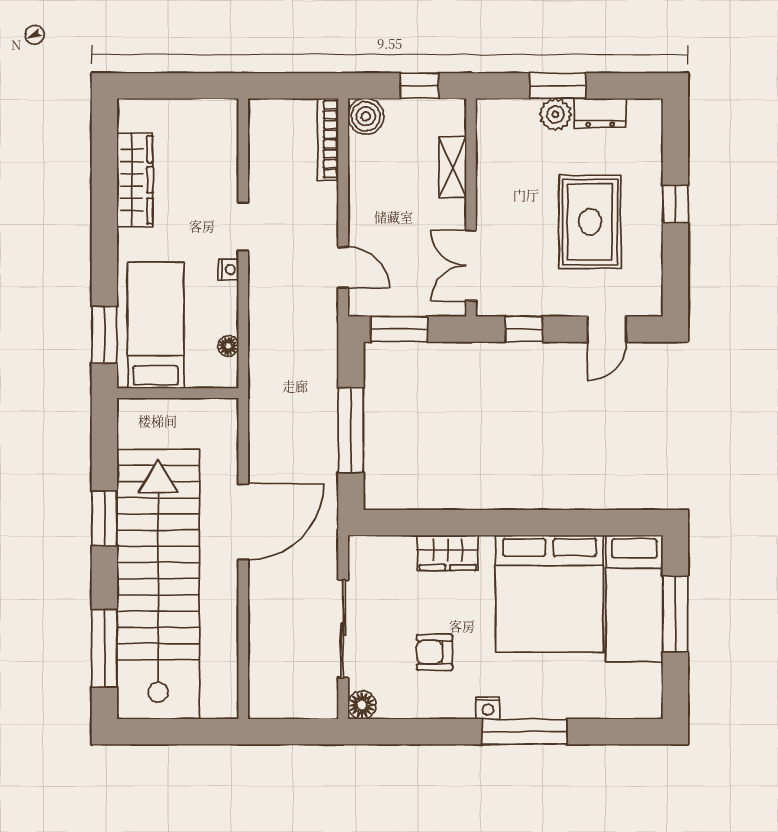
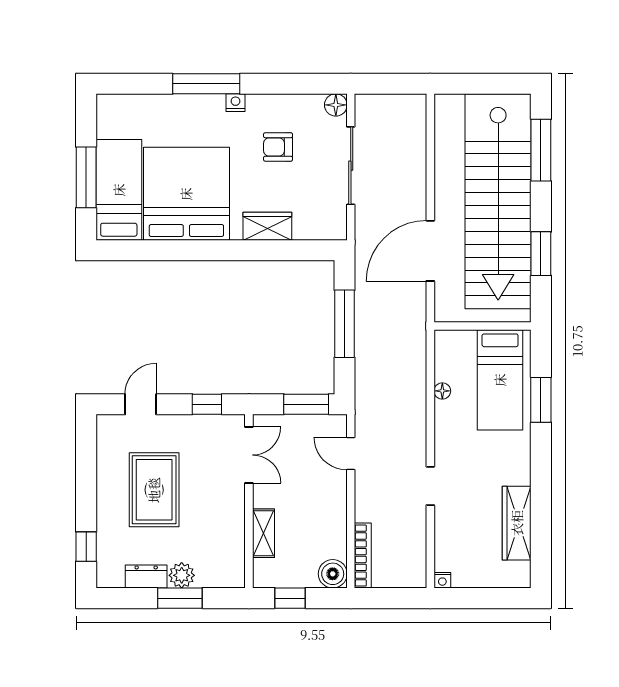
window: (675, 204) -> (86, 547), moved
nightstand: (229, 270) -> (442, 580), moved, turned -90
bed: (156, 325) -> (500, 380), moved
wall: (178, 393) -> (482, 326), moved
armchair: (434, 652) -> (278, 147), turned 180

